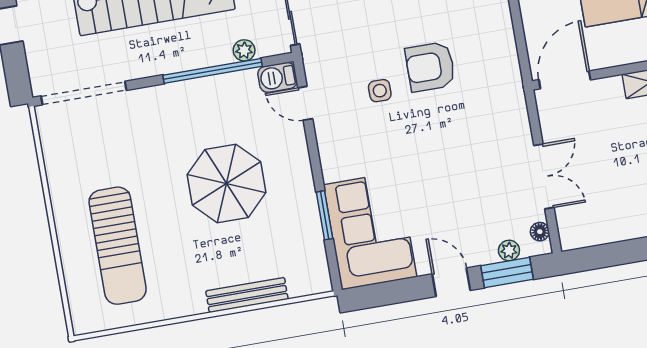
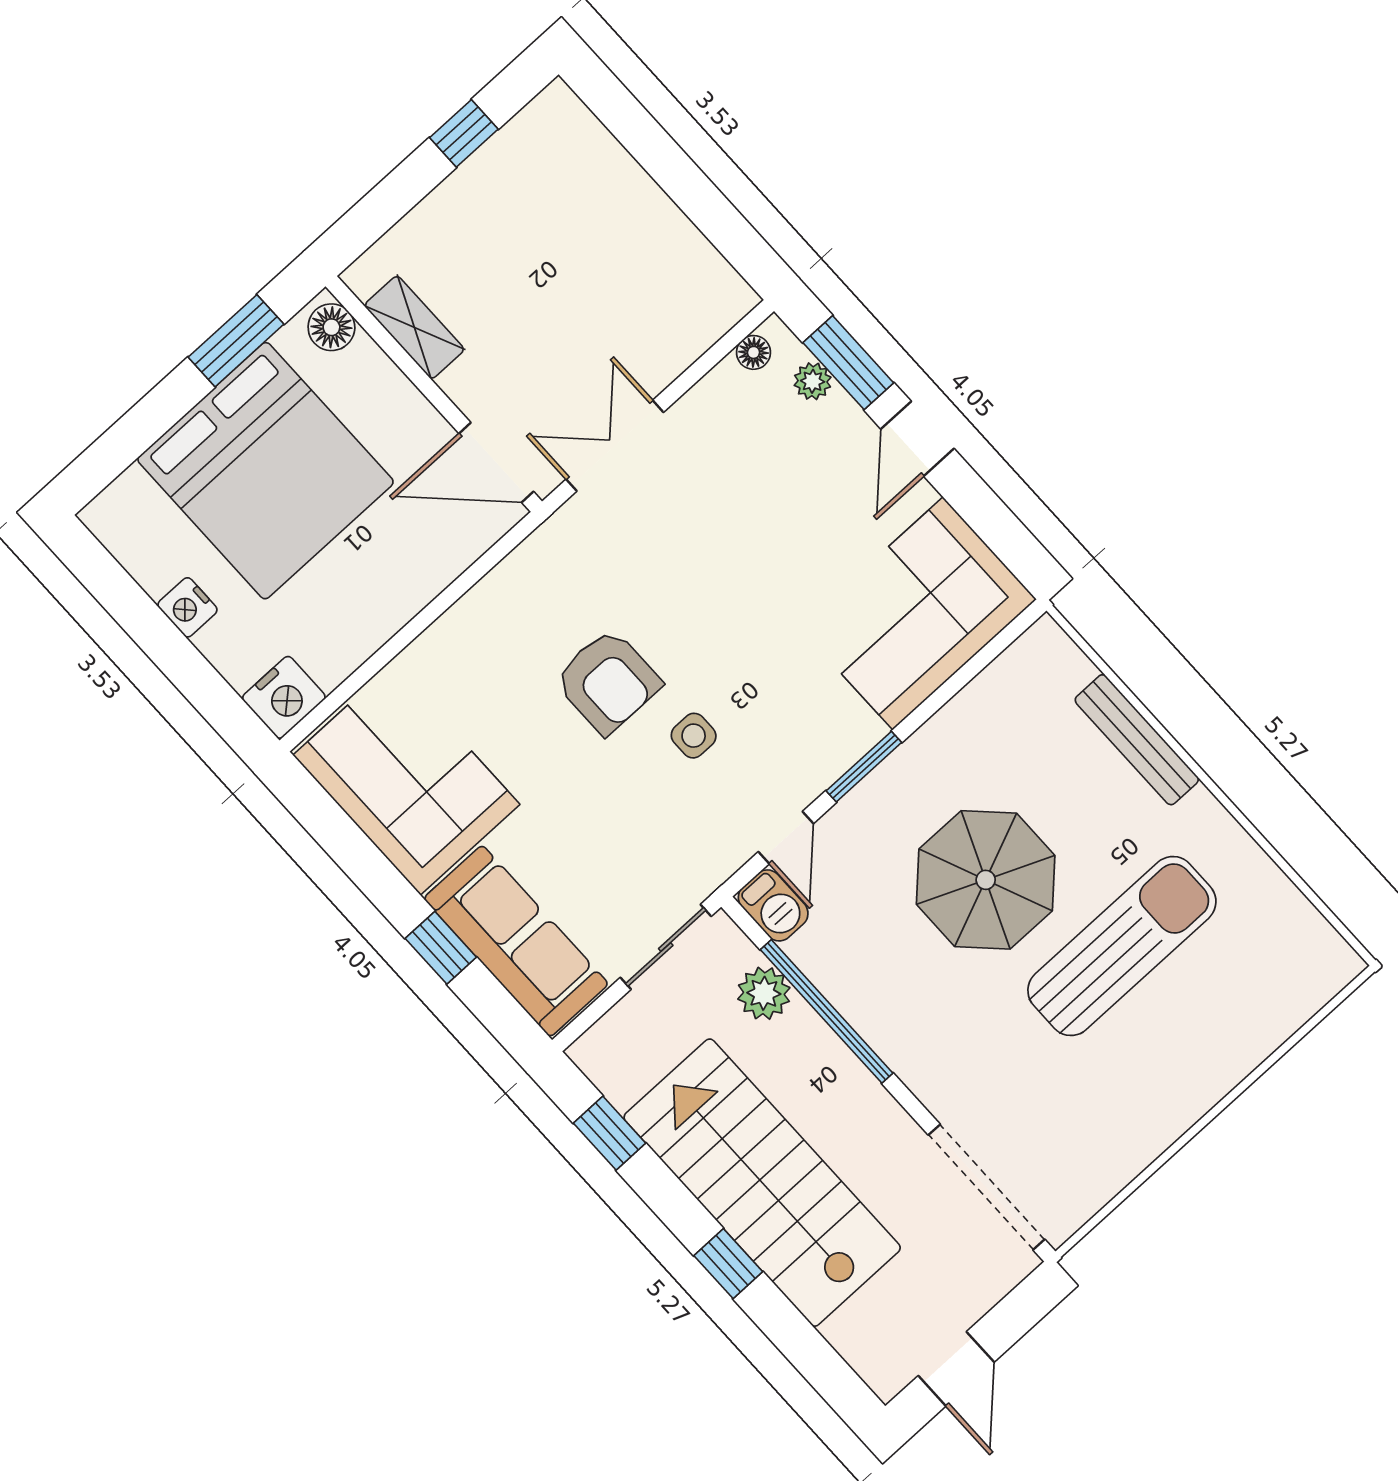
plant: (244, 50) -> (764, 993), width x1.38, depth x1.38
double door: (544, 176) -> (615, 446), moved
window: (325, 215) -> (864, 767), moved
sun lounger: (118, 246) -> (1122, 946), moved

